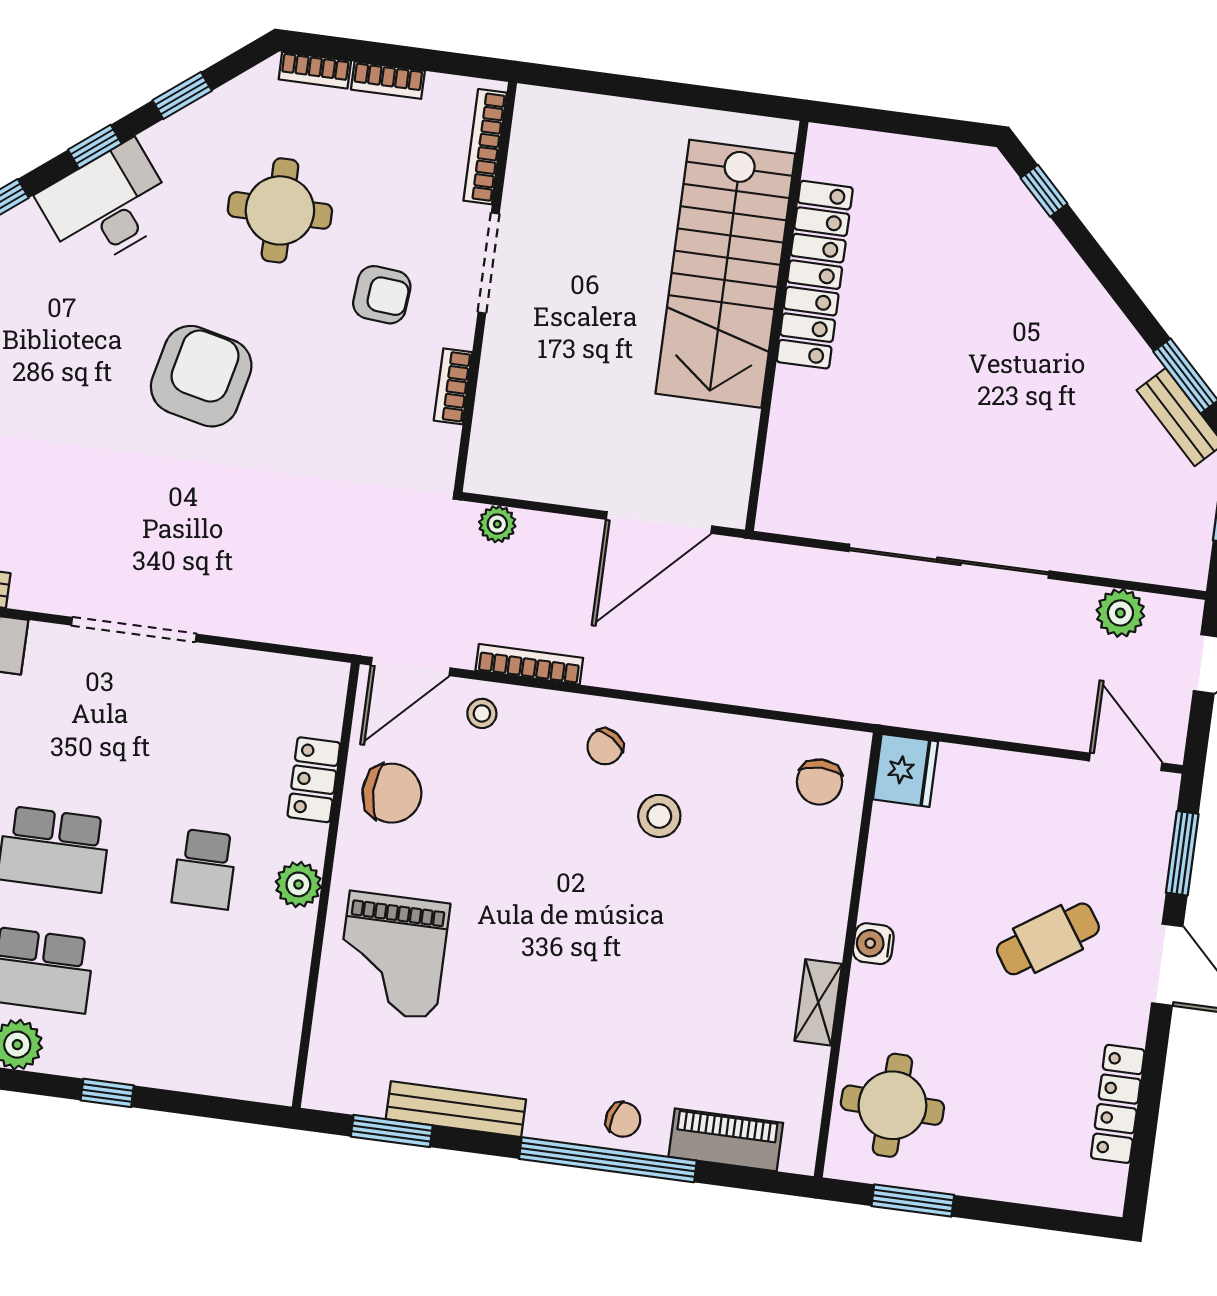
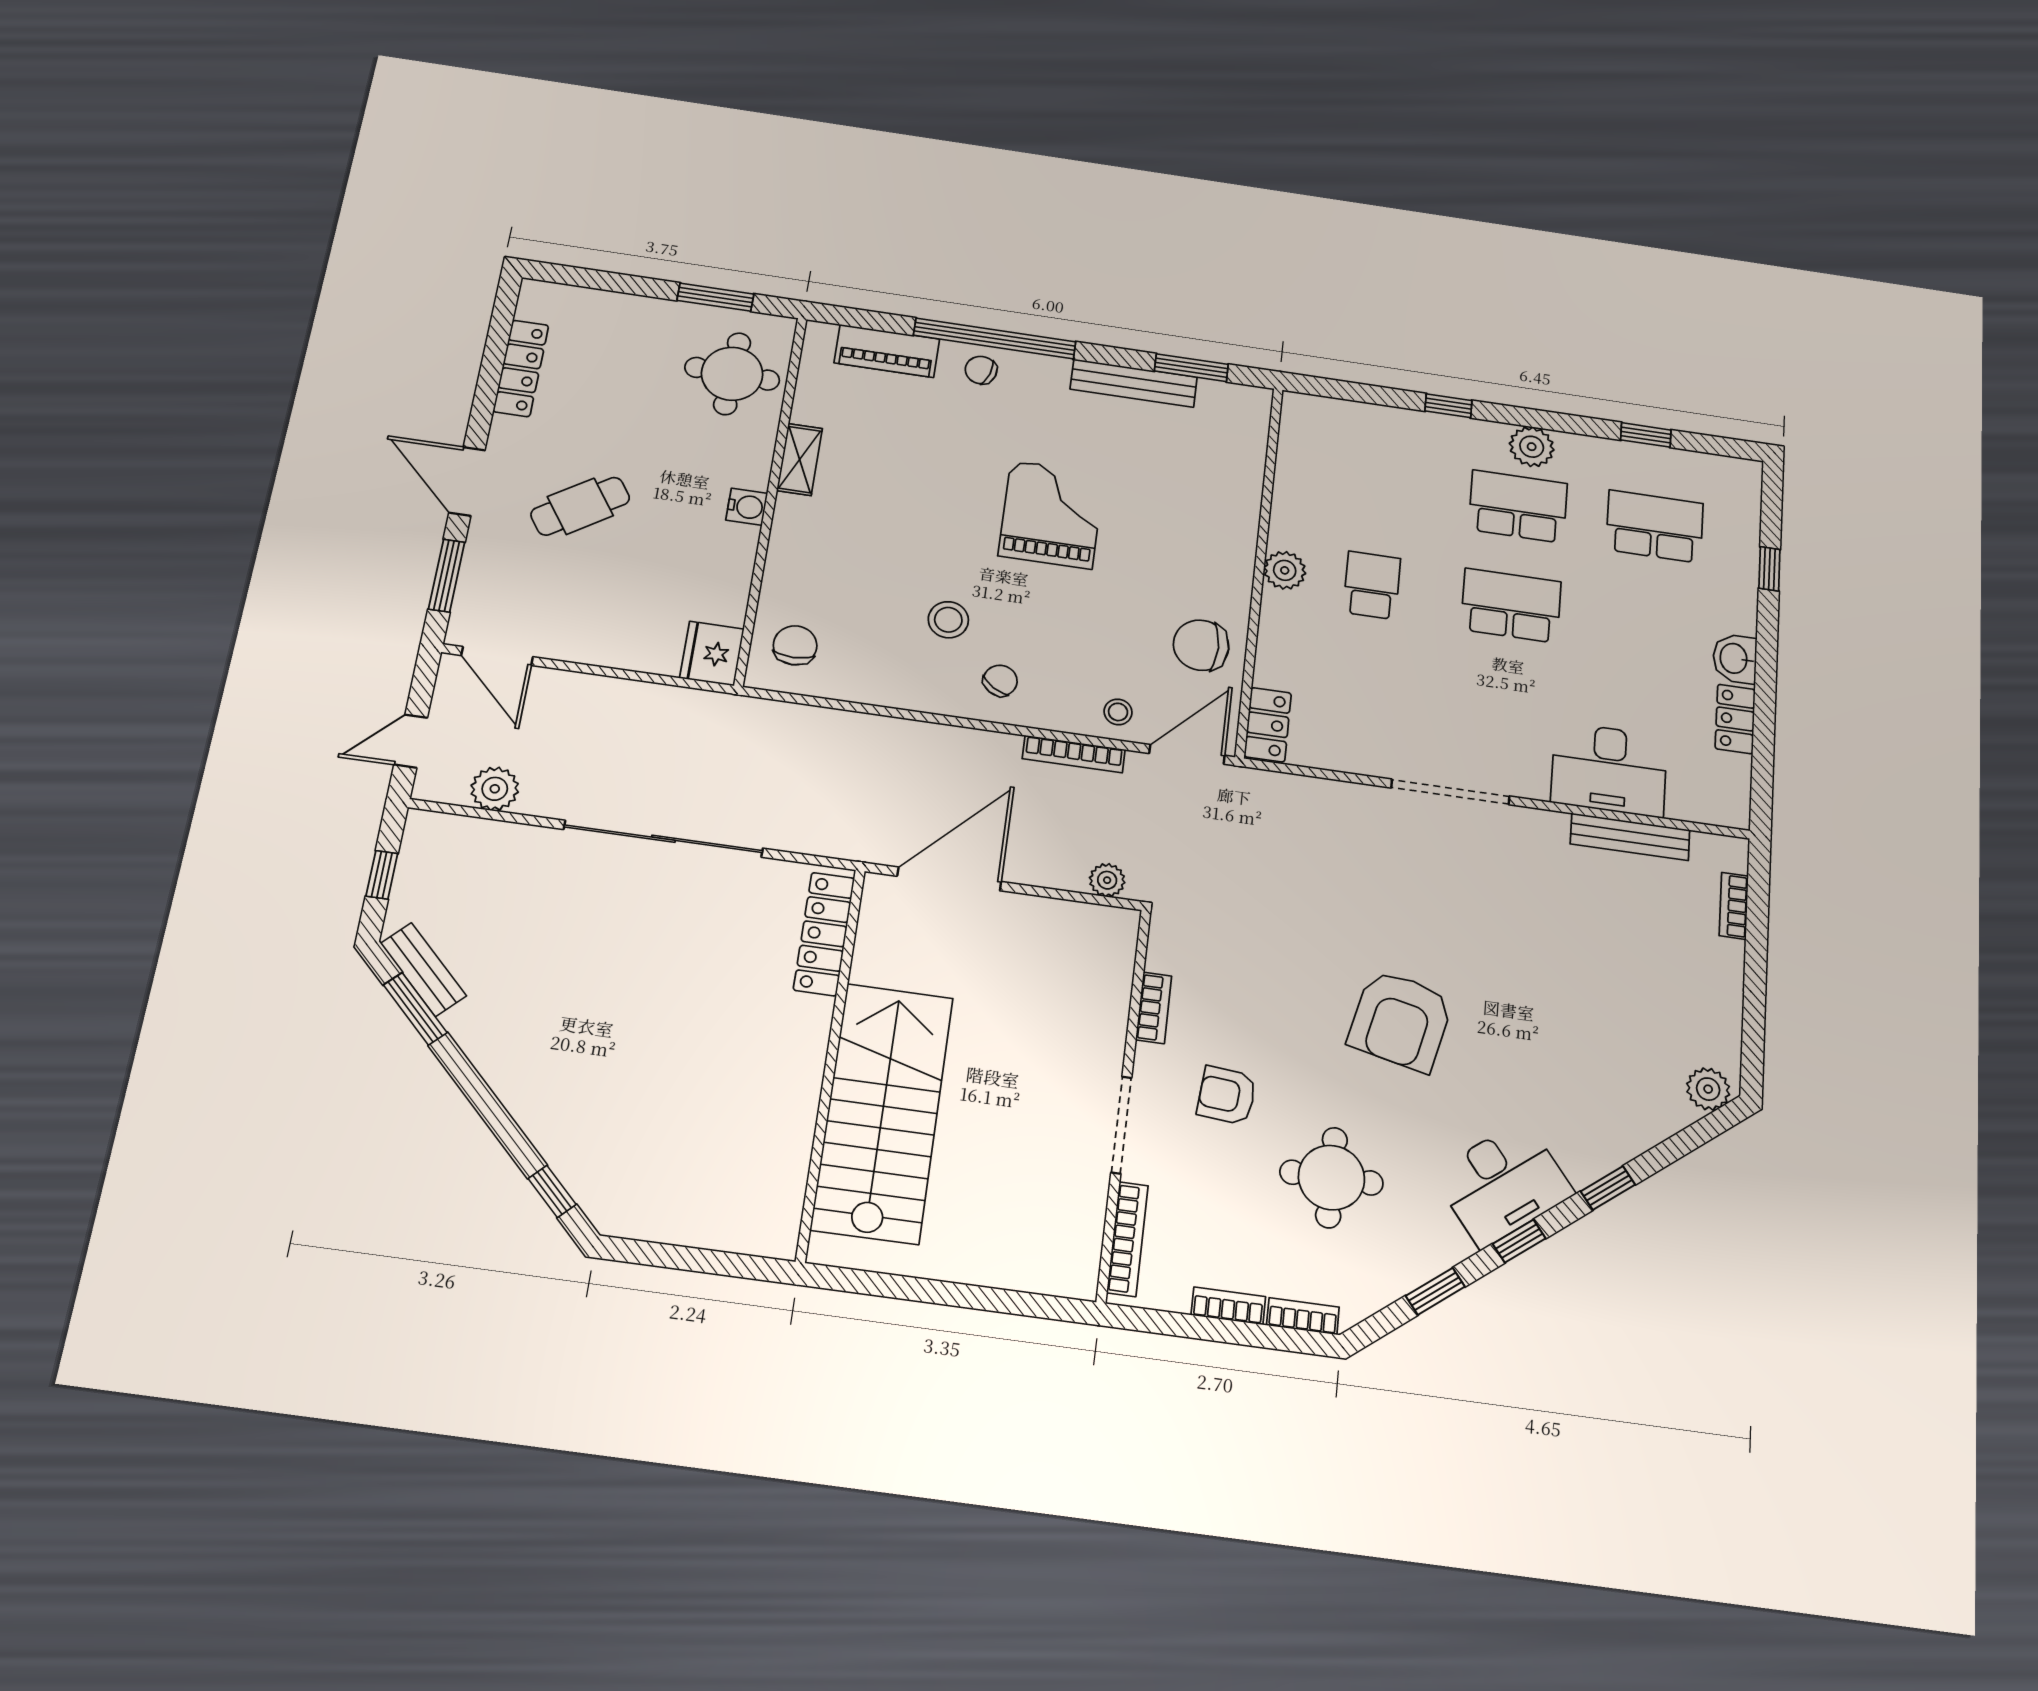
locker: (815, 275) -> (824, 934), moved, width x0.71, depth x0.83
locker: (314, 780) -> (1268, 725), moved
grand piano: (392, 955) -> (1051, 514), moved

